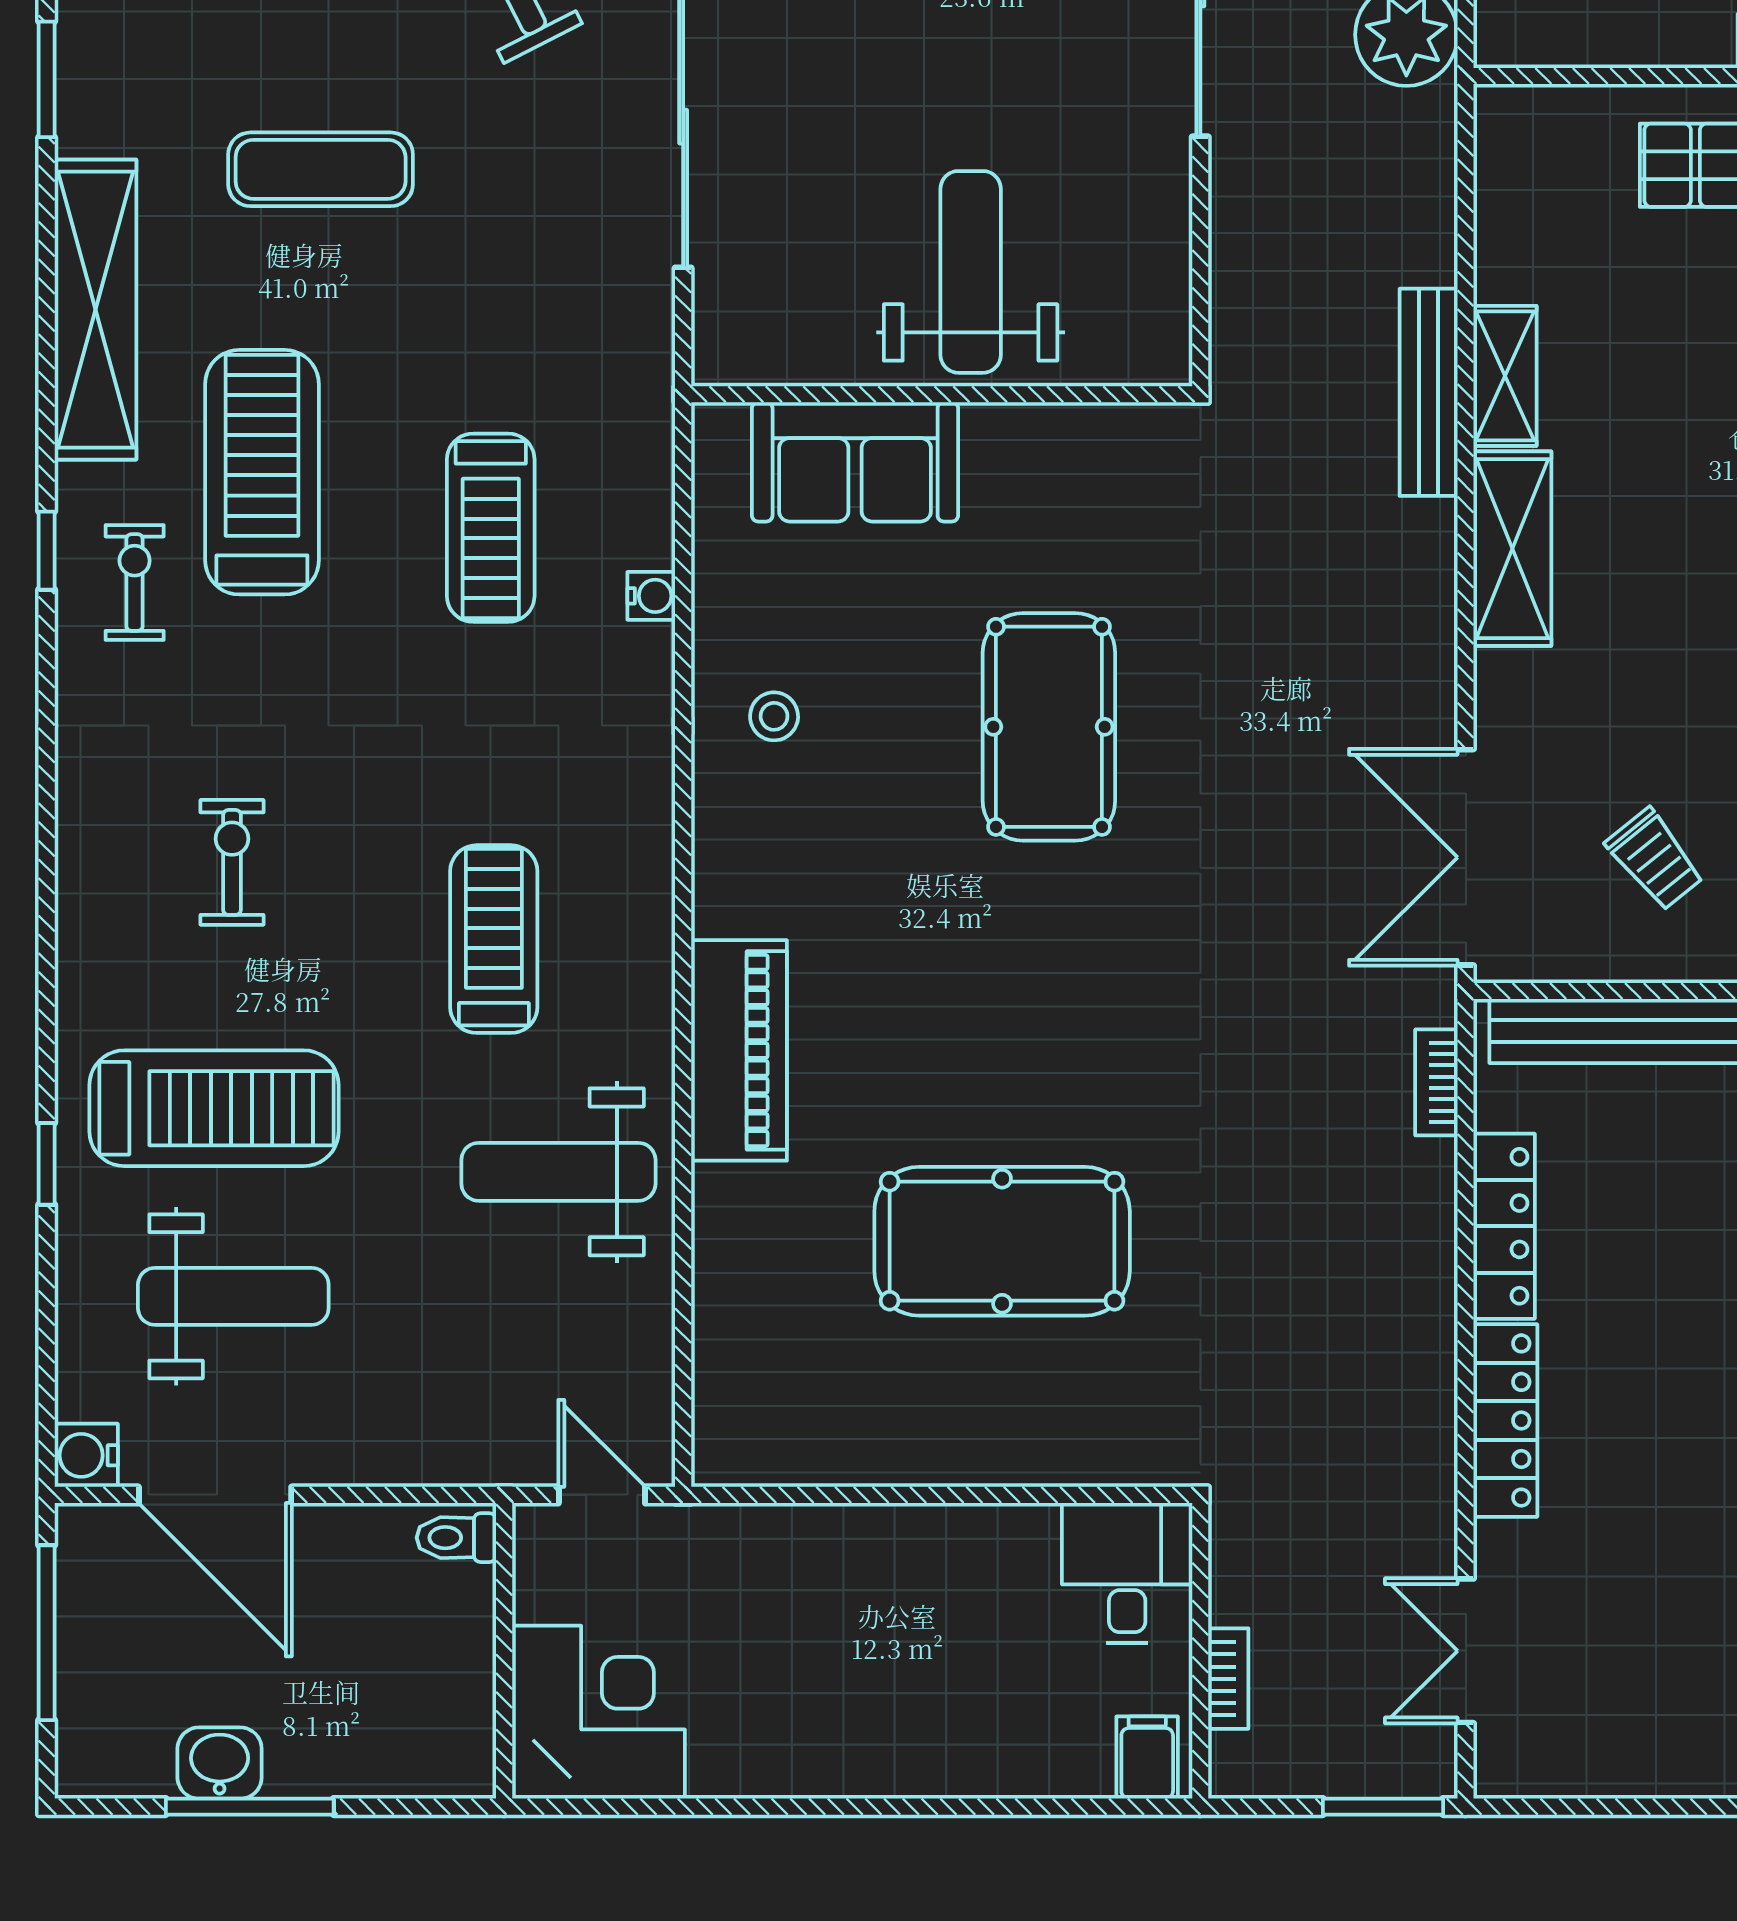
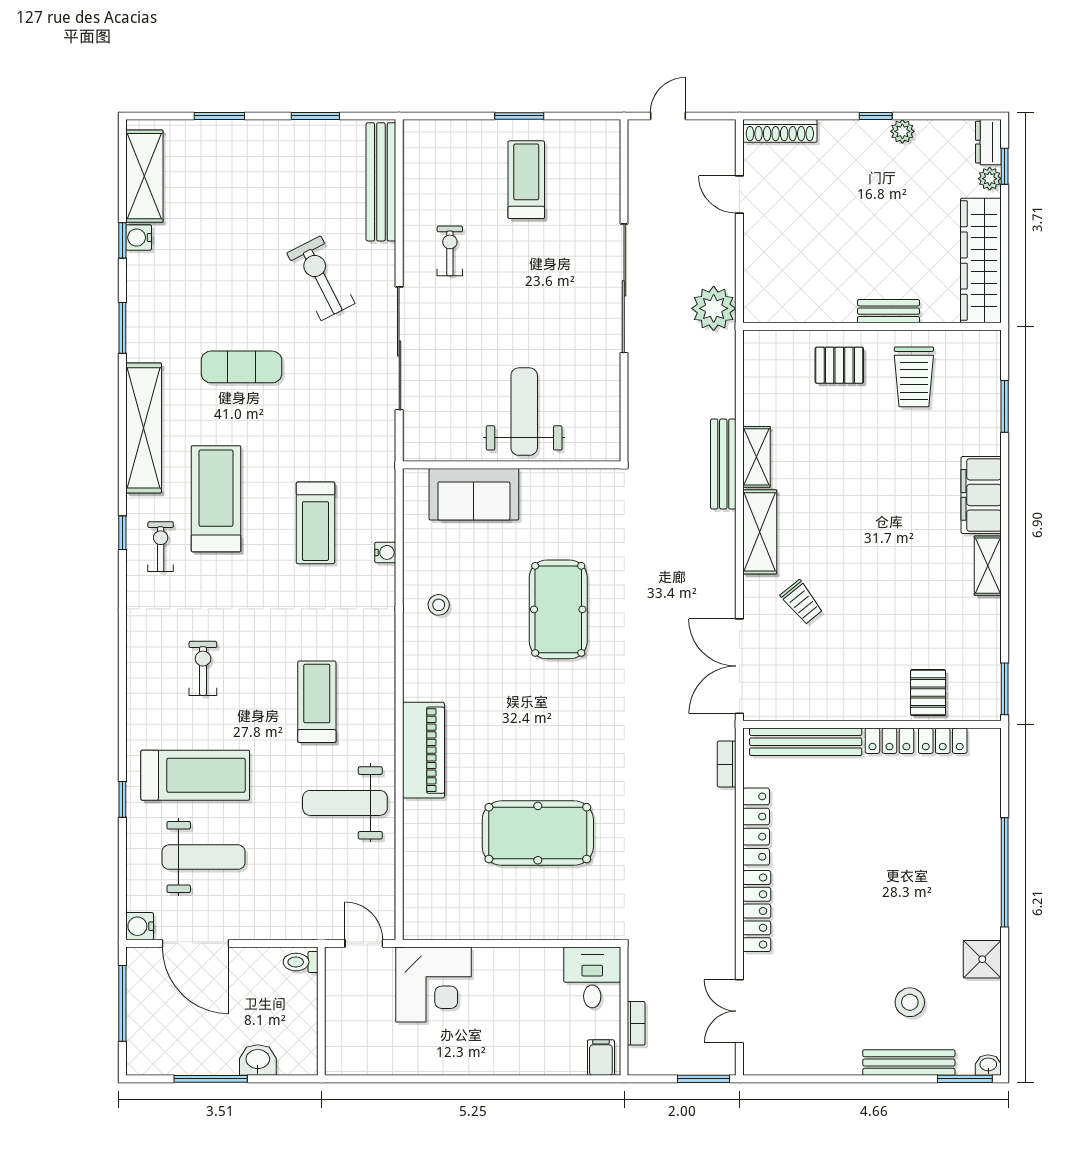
trolley: (1655, 859) -> (802, 602), moved
corner desk: (598, 1712) -> (433, 984), moved, turned 90
washbasin: (220, 1763) -> (258, 1060), moved

